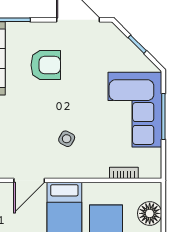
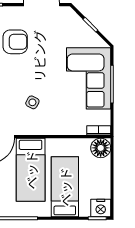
bookcase: (124, 173) -> (99, 130), moved
floor lamp: (150, 213) -> (101, 148), moved

